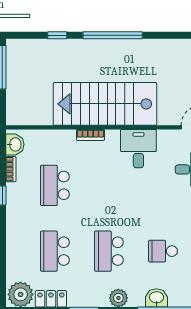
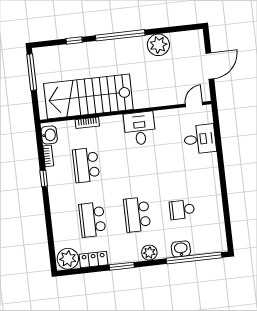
plant: (157, 52) -> (158, 45), added
stairs: (105, 104) -> (88, 97), moved
bookcase: (90, 135) -> (87, 123), moved
desk: (138, 149) -> (140, 128), moved

